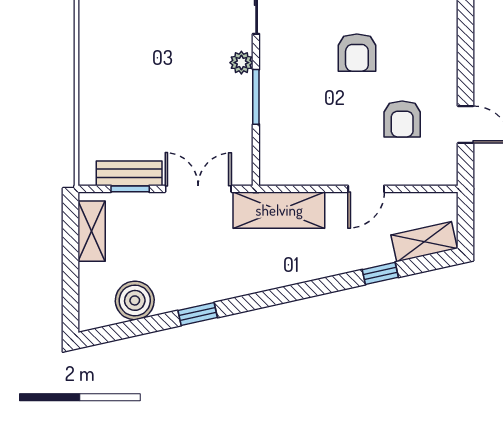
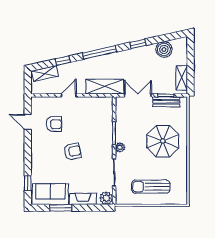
armchair: (357, 53) -> (72, 151), turned 79
parasol: (138, 78) -> (163, 141), added
armchair: (402, 119) -> (54, 124), turned 90
double door: (198, 189) -> (138, 95), swing flipped
window: (291, 293) -> (99, 52), added

